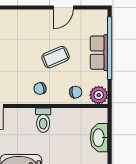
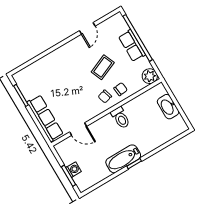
chair: (76, 92) -> (121, 89), moved

